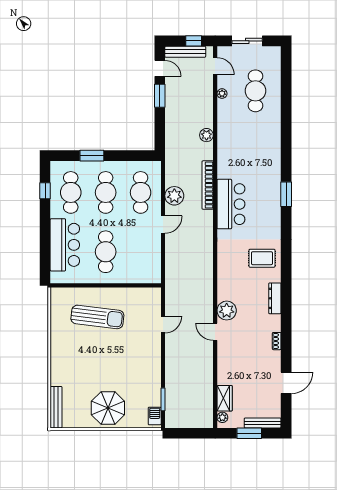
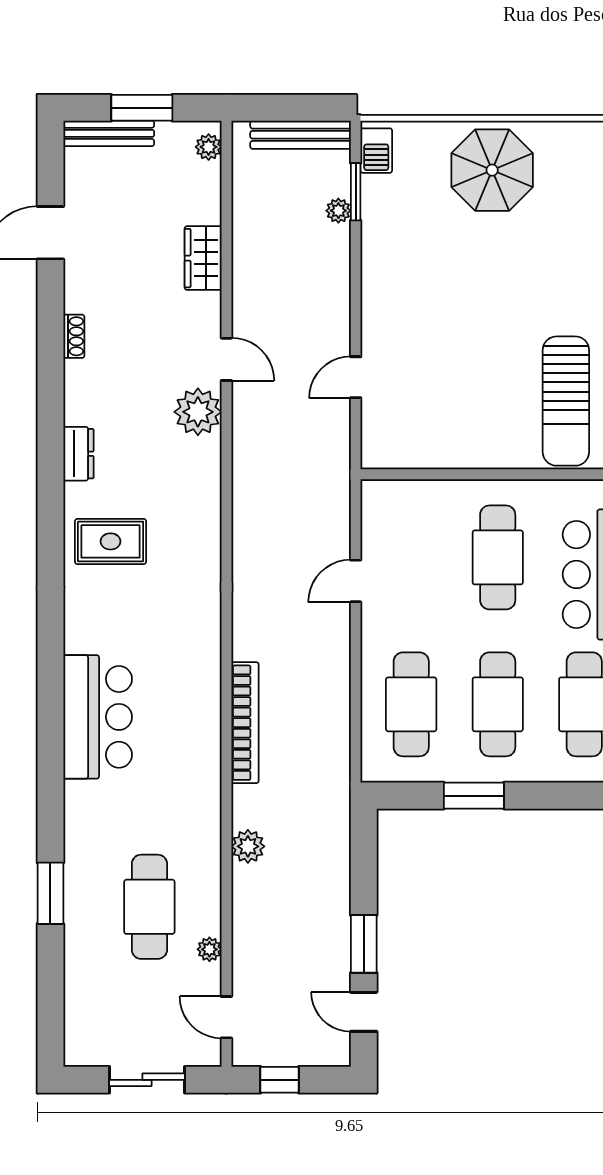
bench: (185, 52) -> (301, 135), moved
cafe table: (255, 91) -> (149, 907), moved
window: (92, 156) -> (474, 796), moved
window: (286, 194) -> (50, 893), moved
plant: (174, 196) -> (338, 211), moved, width x0.53, depth x0.53
bar counter: (231, 204) -> (98, 717), moved, turned 180
door: (163, 225) -> (356, 581), moved
dresser: (275, 298) -> (78, 454), width x0.70
sun lounger: (97, 317) -> (566, 401), moved, turned -97
wardrobe: (225, 398) -> (203, 258), moved

